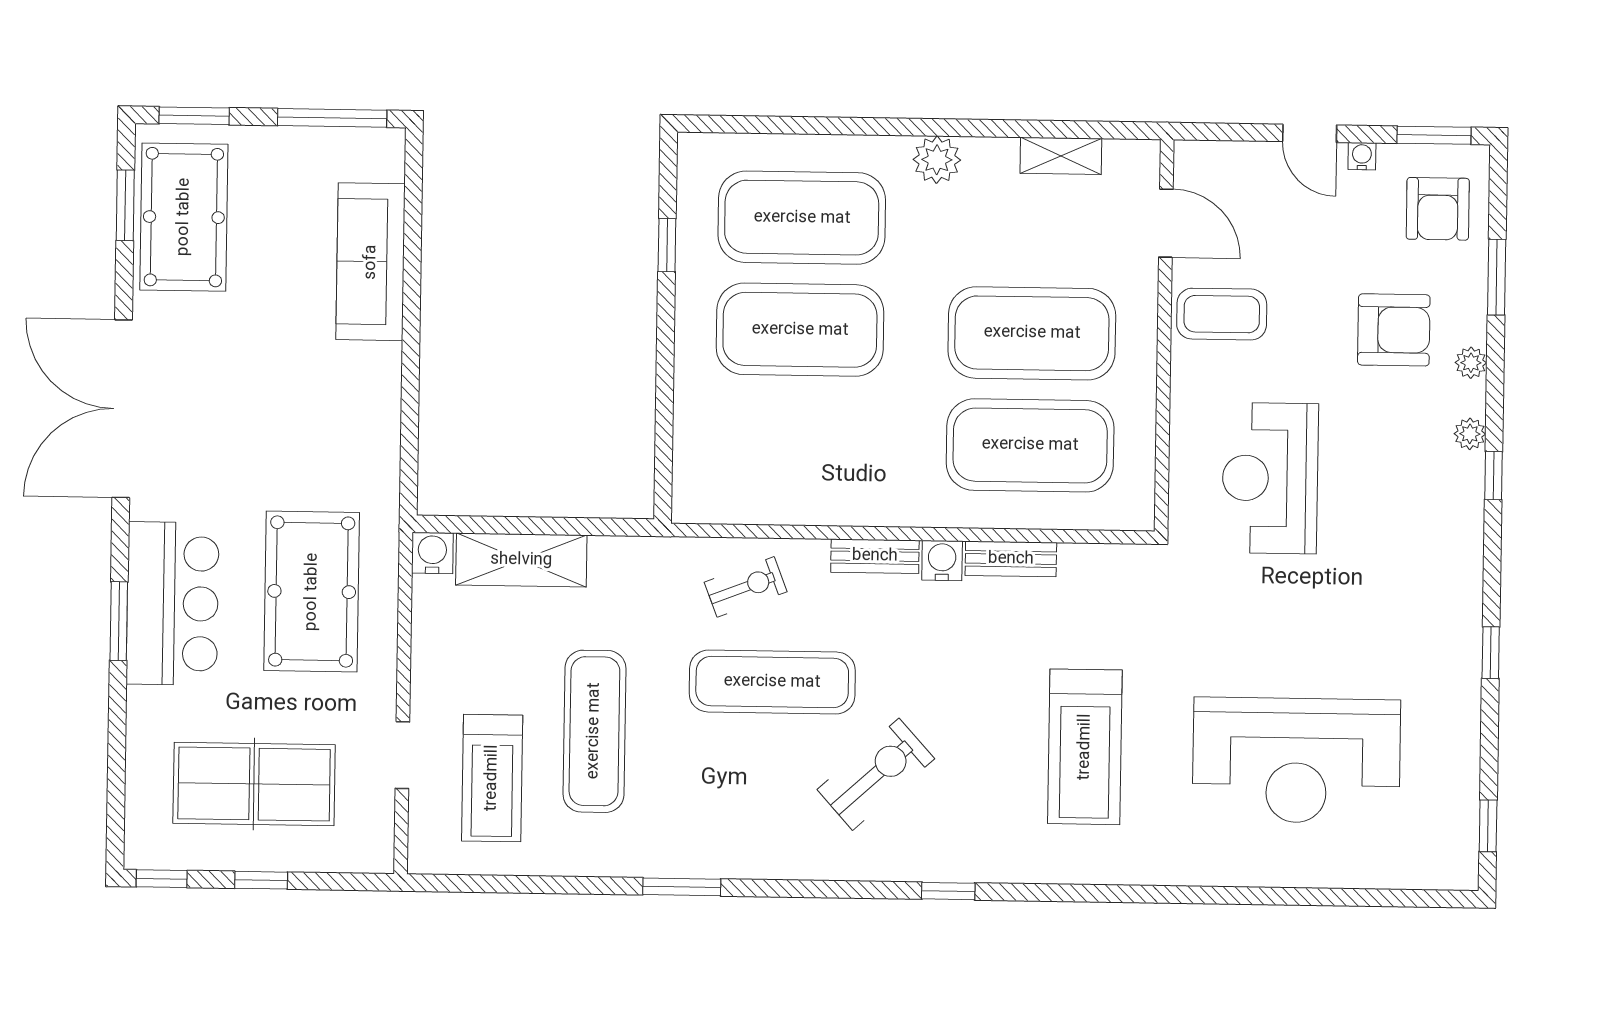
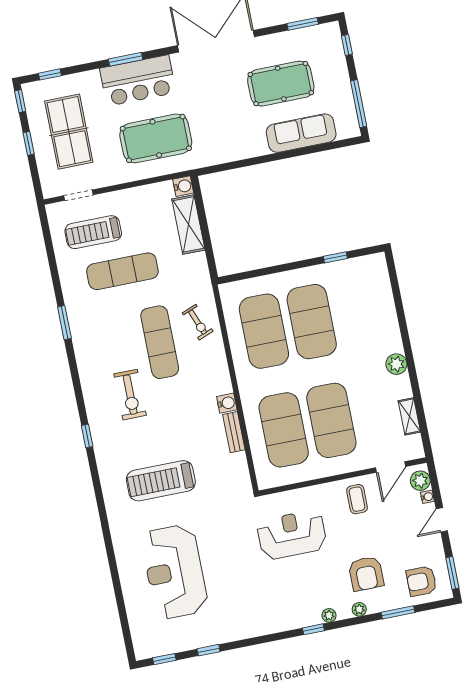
window: (194, 116) -> (347, 45), width x0.67
water cooler: (1362, 156) -> (427, 497), moved
plant: (1211, 163) -> (420, 481), added
pool table: (184, 217) -> (281, 84), moved
exercise mat: (802, 218) -> (264, 331), moved
coffee table: (1222, 314) -> (357, 499), width x0.73, depth x0.77
bench: (875, 556) -> (222, 374), removed
window: (1491, 653) -> (209, 650), moved
doorway: (402, 755) -> (78, 195), moved
exercise bike: (876, 774) -> (130, 395), turned 42
window: (116, 799) -> (50, 74), added

